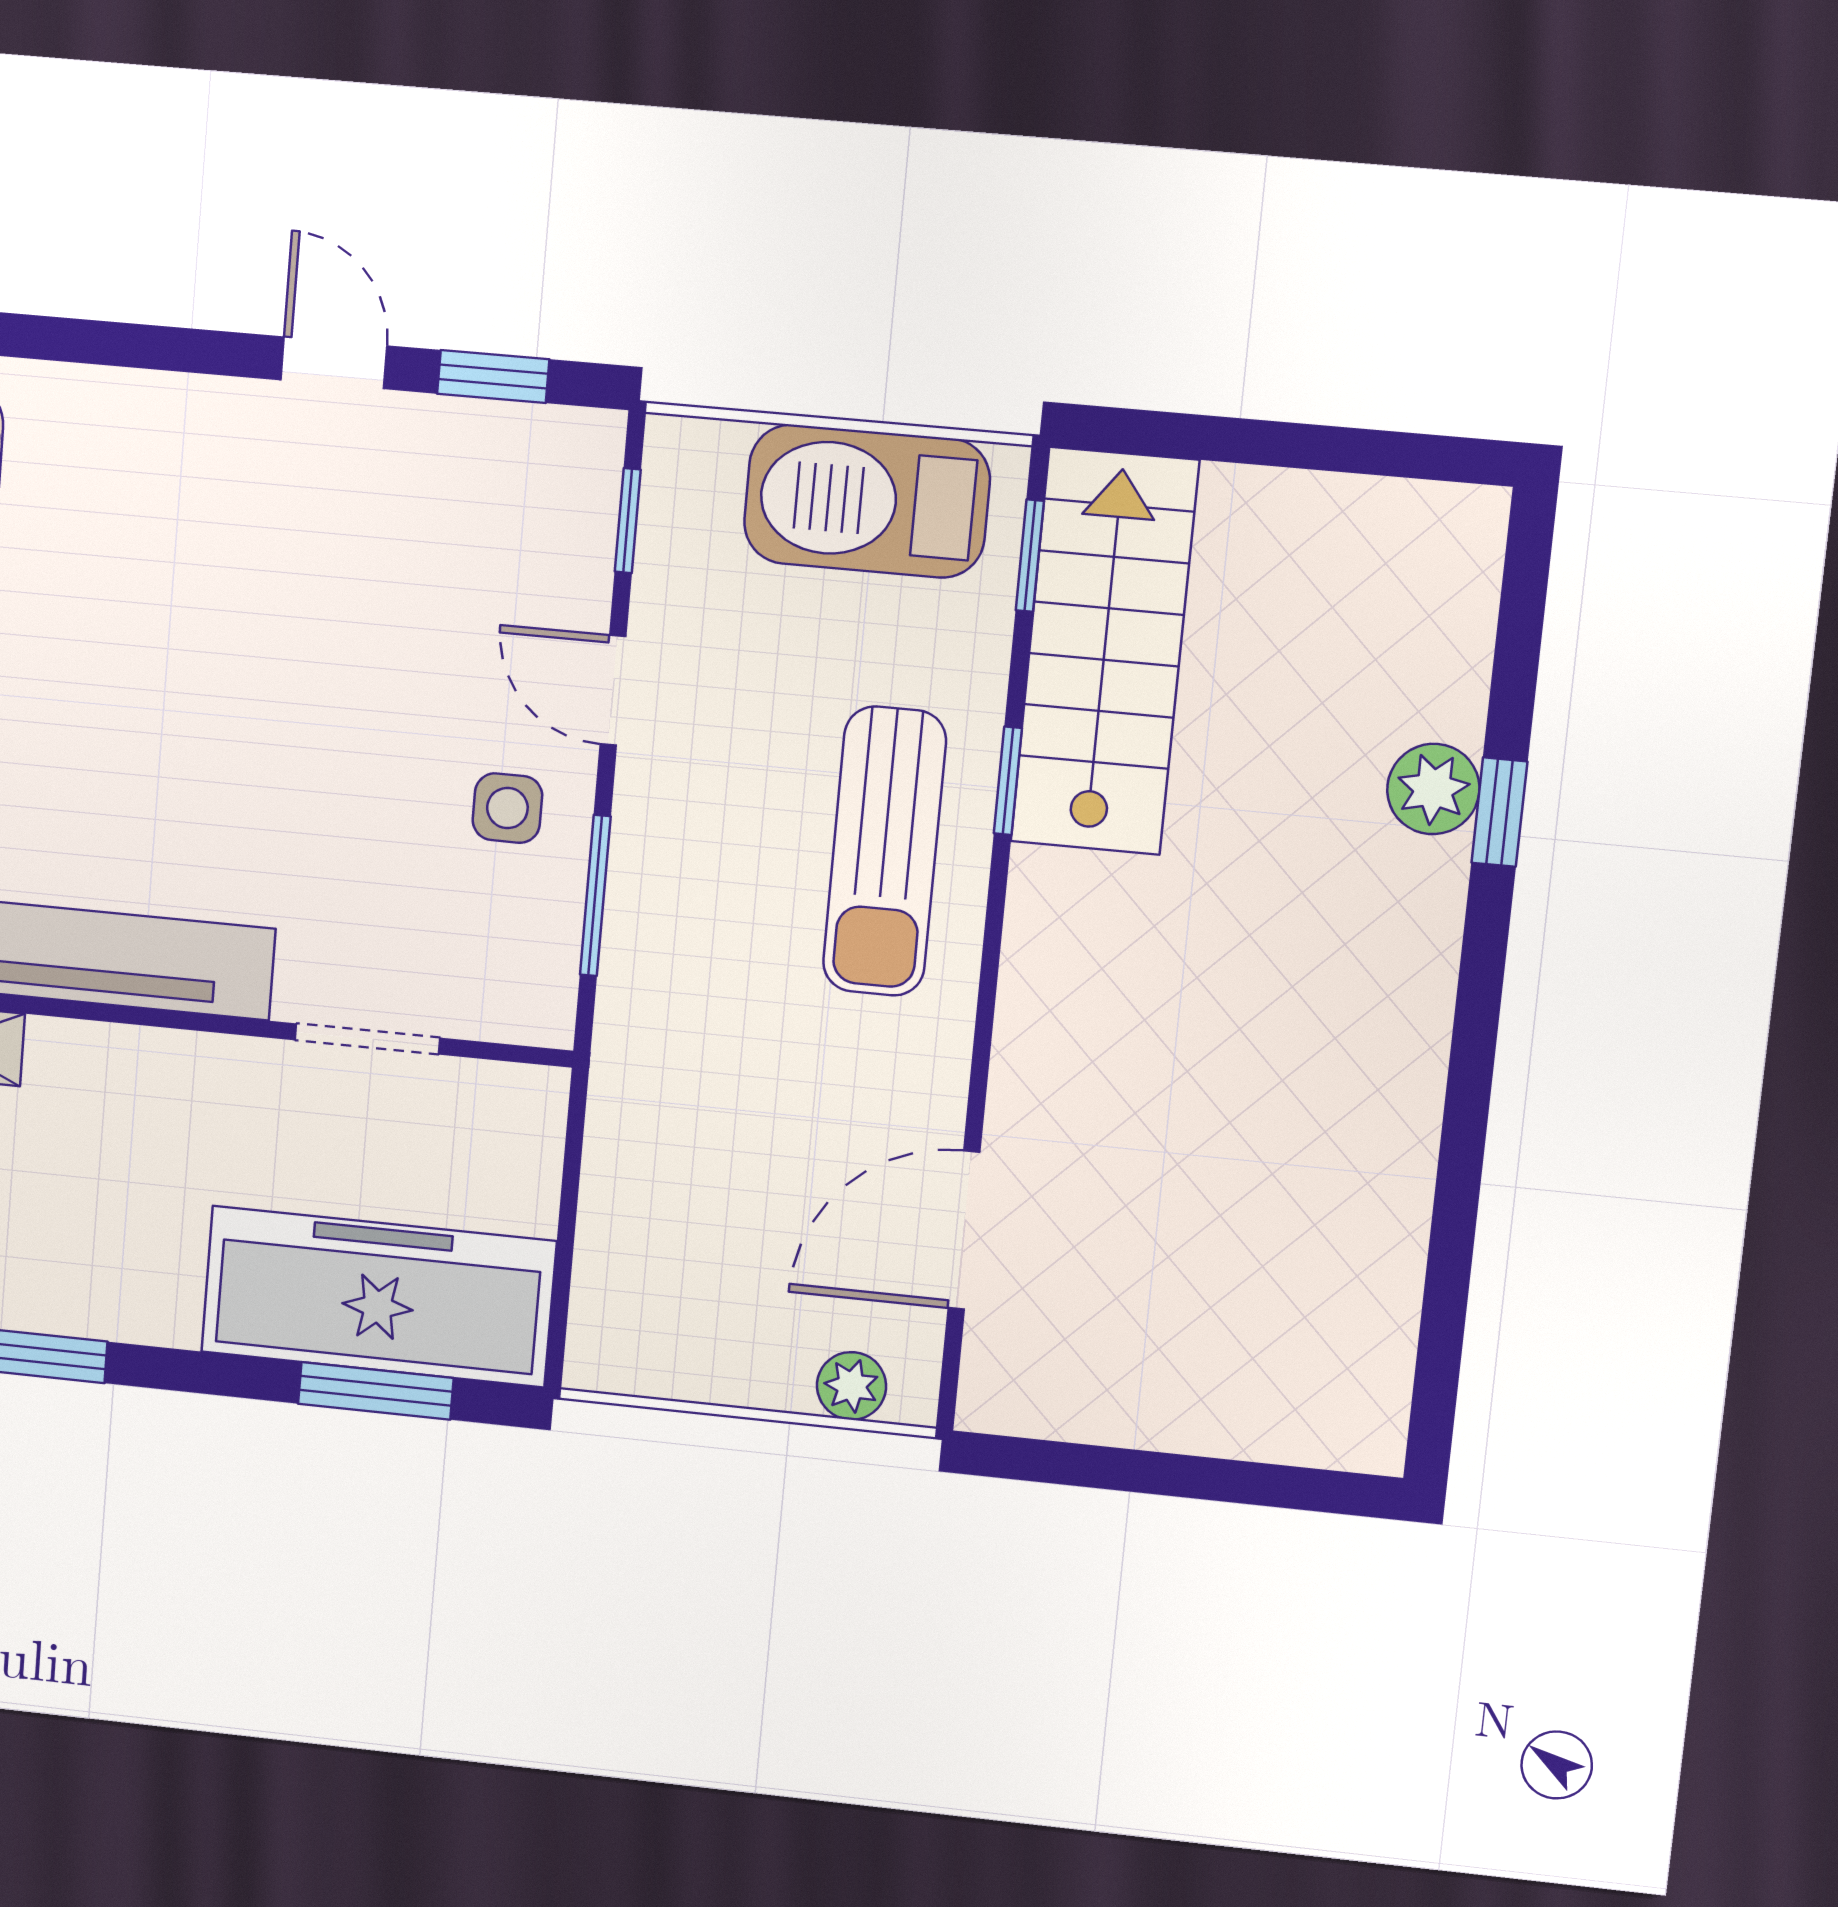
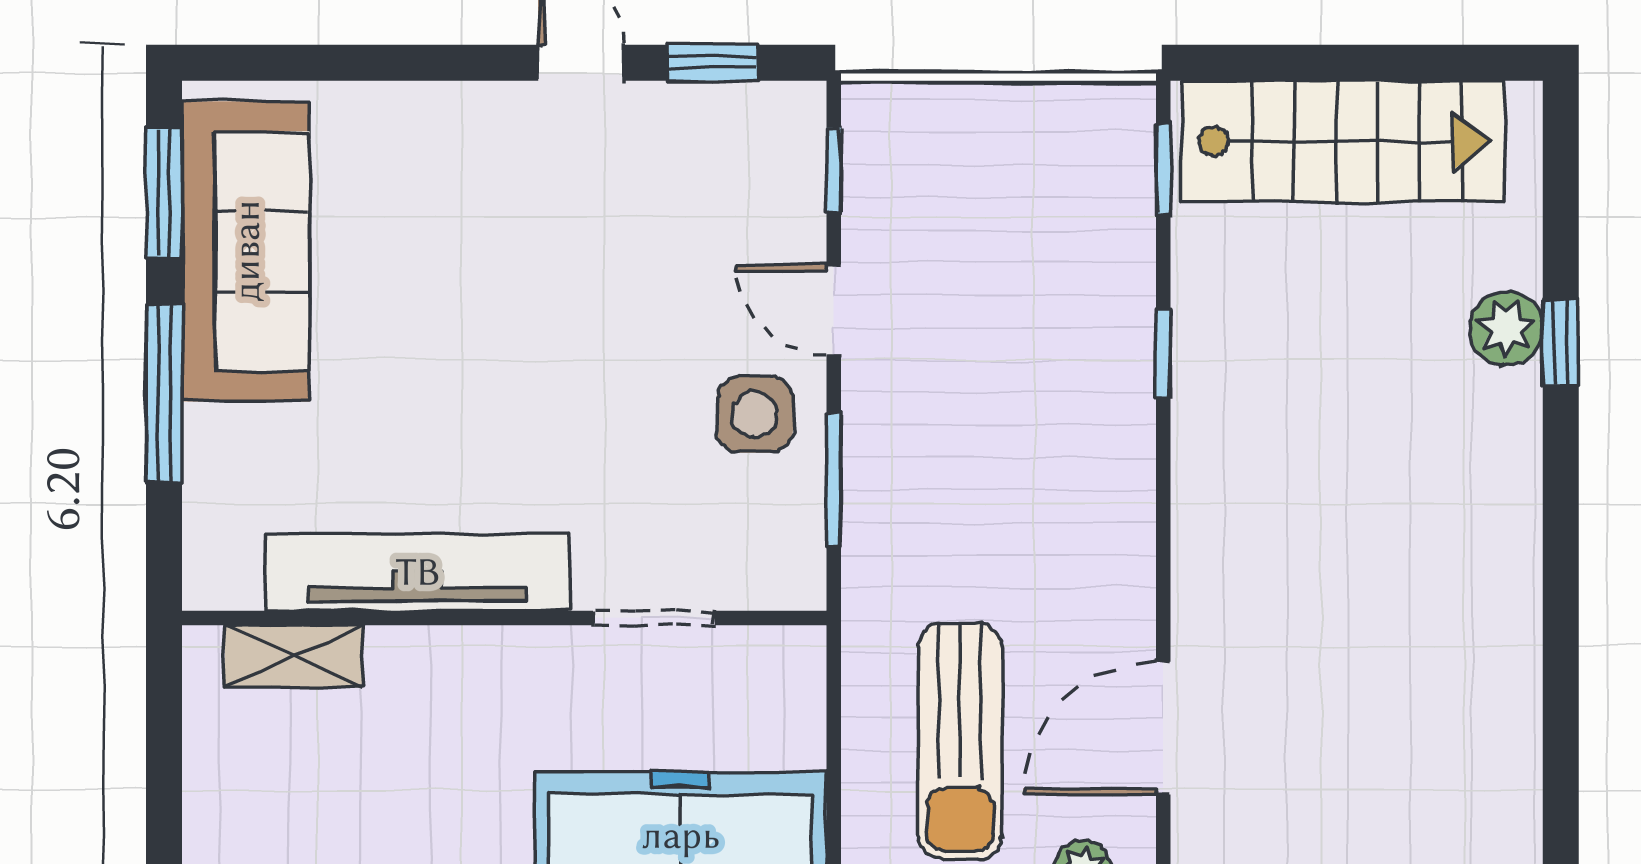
barbecue: (867, 501) -> (1027, 137), removed
stairs: (1105, 652) -> (1342, 141), moved, turned 90
side table: (507, 808) -> (755, 414), width x1.37, depth x1.37
sun lounger: (884, 851) -> (960, 741), moved

